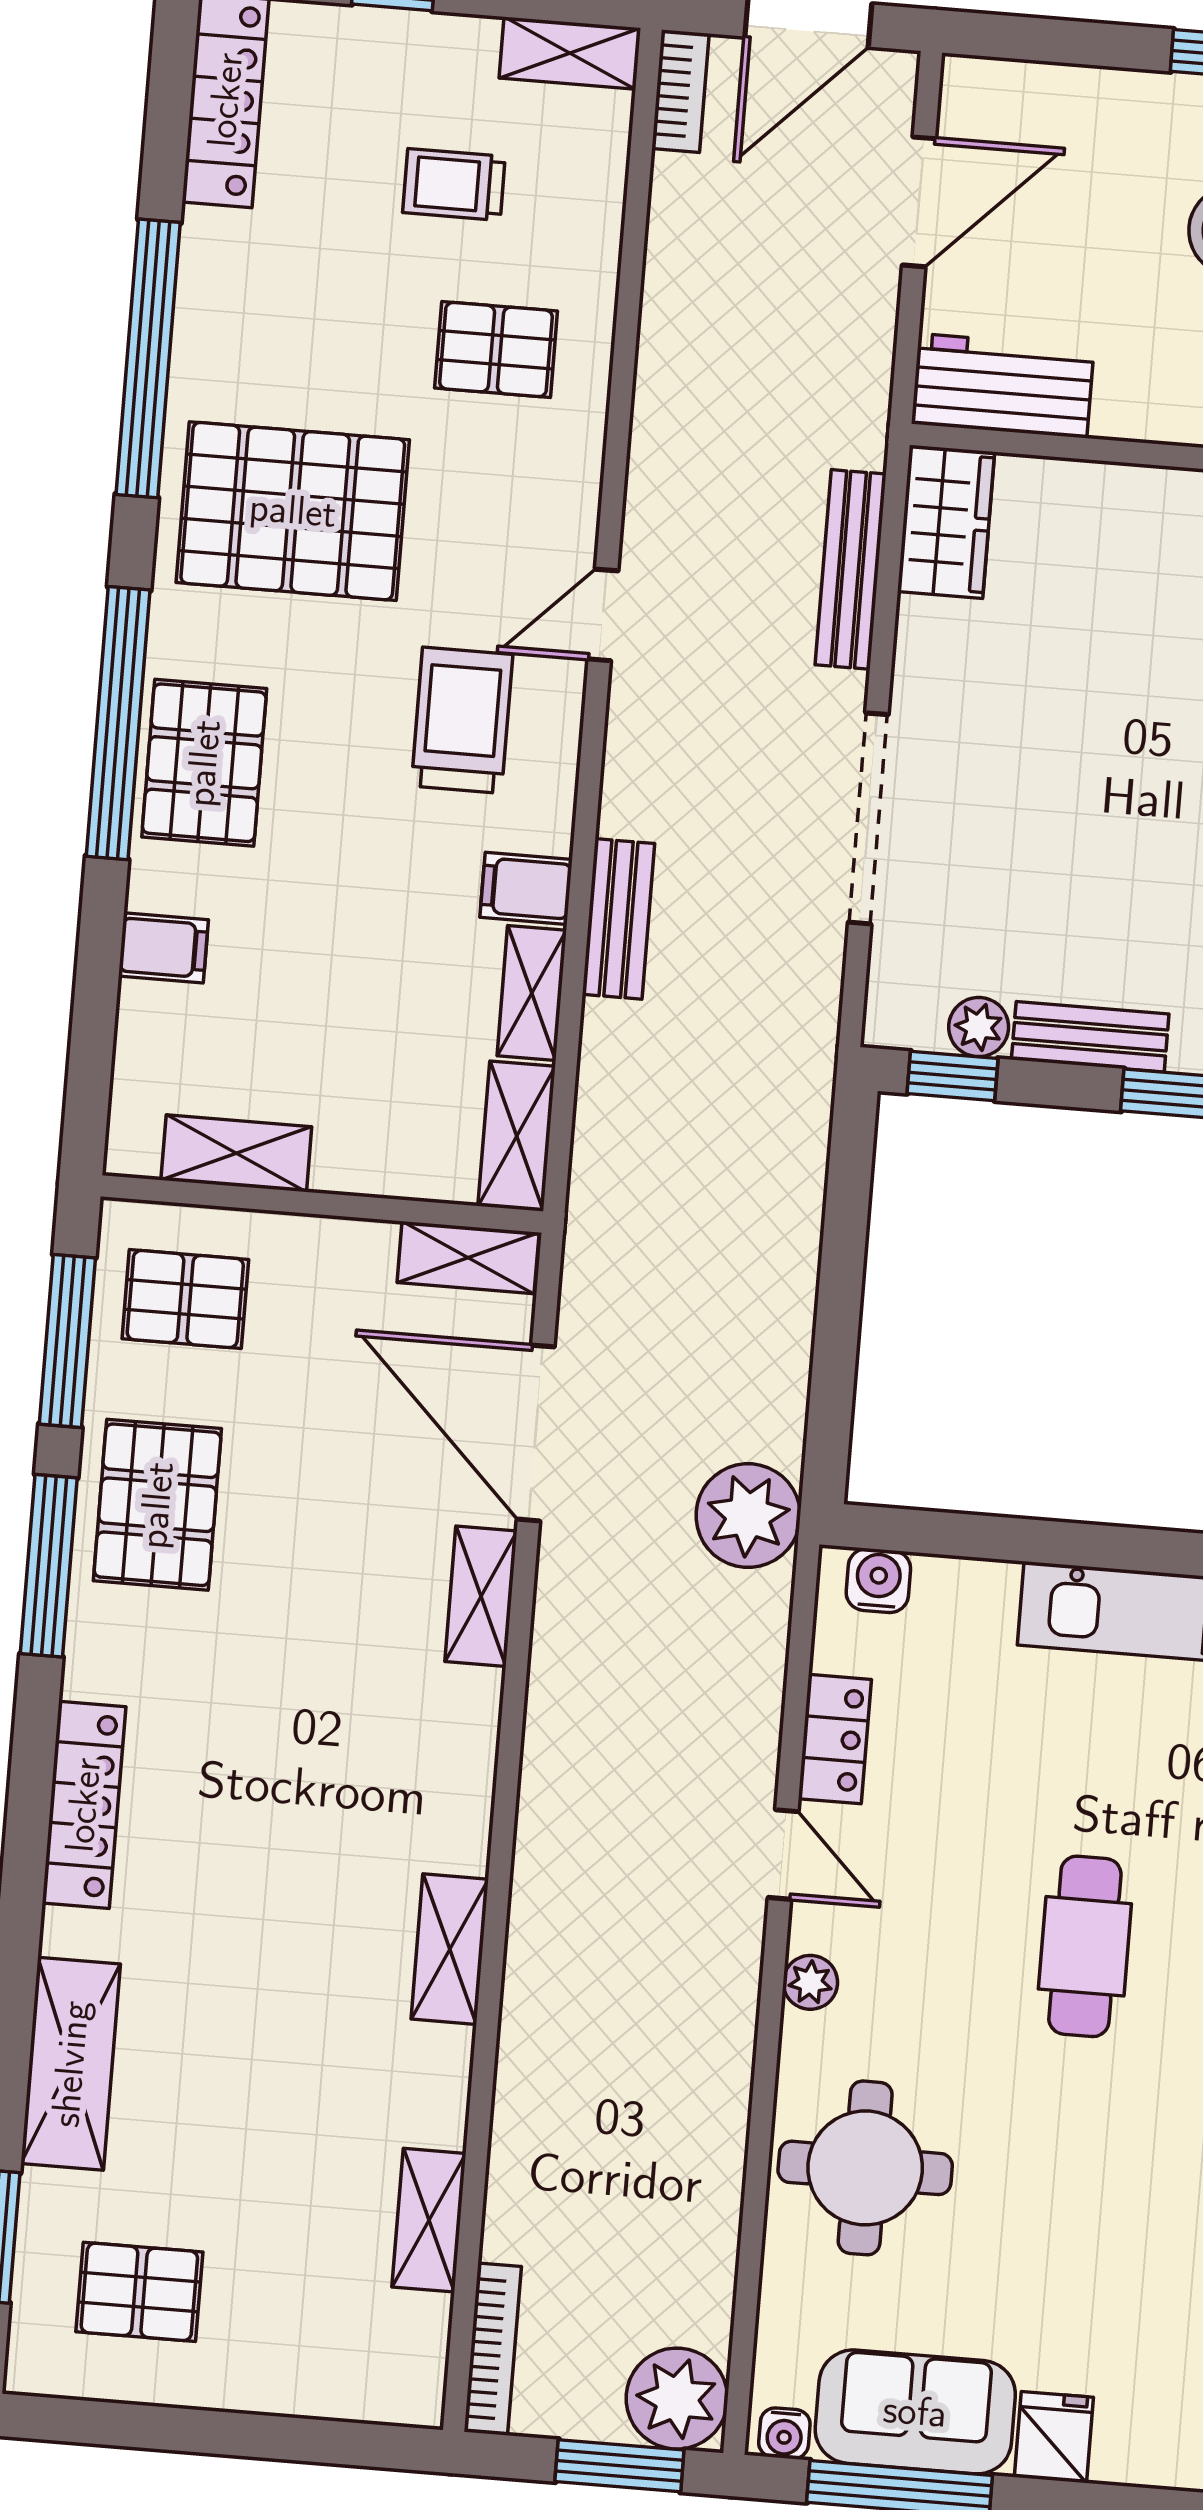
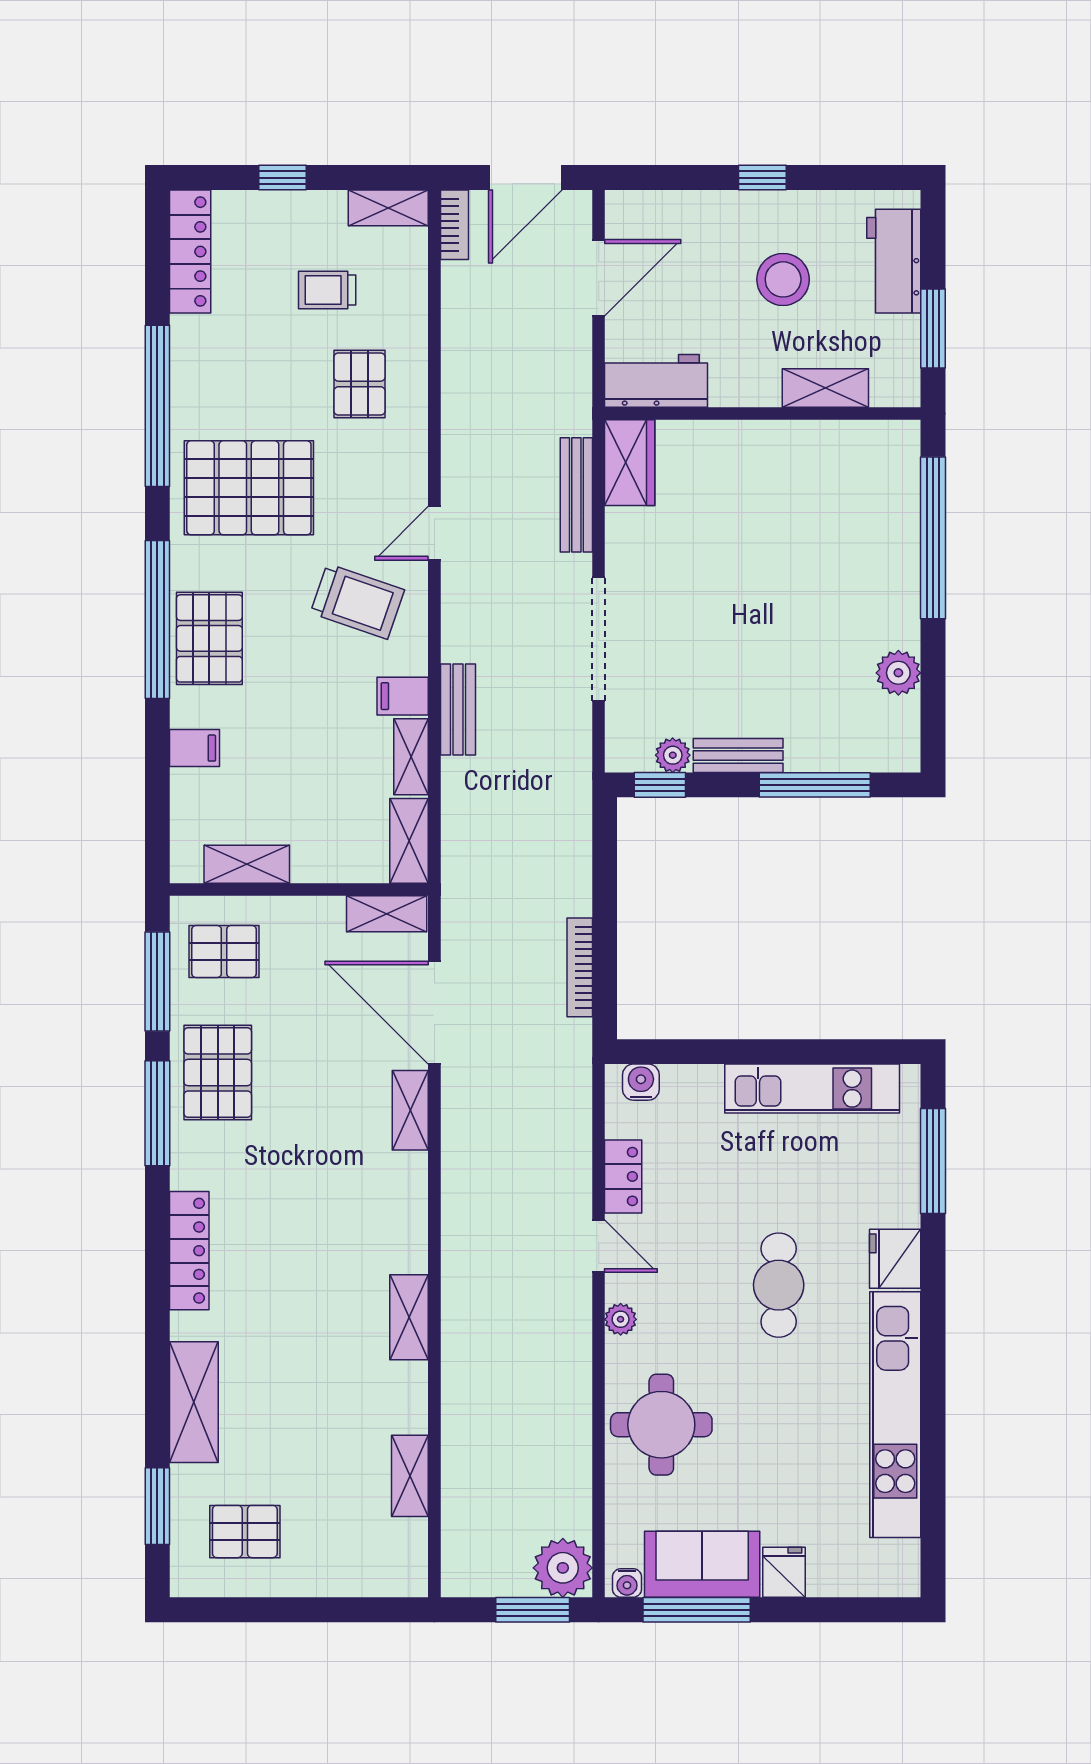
pallet: (496, 350) -> (359, 384), turned 90
trolley: (462, 720) -> (357, 601), turned 109
plant: (748, 1516) -> (562, 1051), removed
bookcase: (493, 2349) -> (580, 967), moved, turned 180

